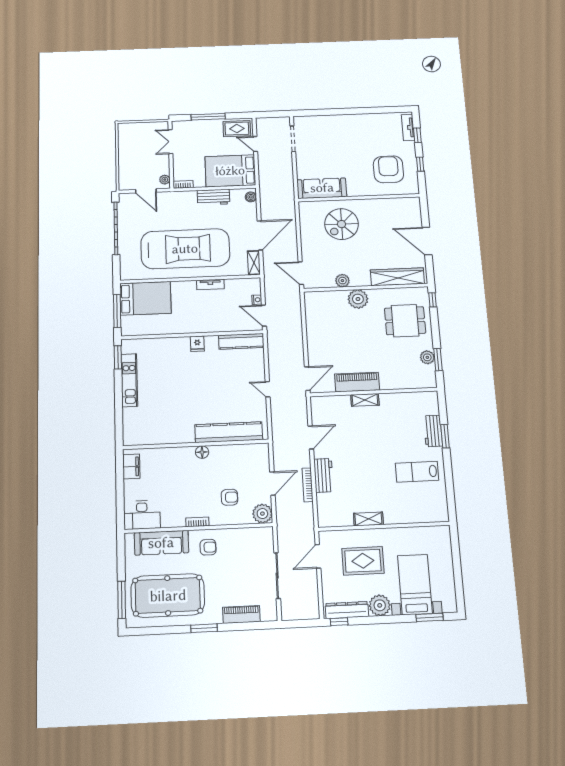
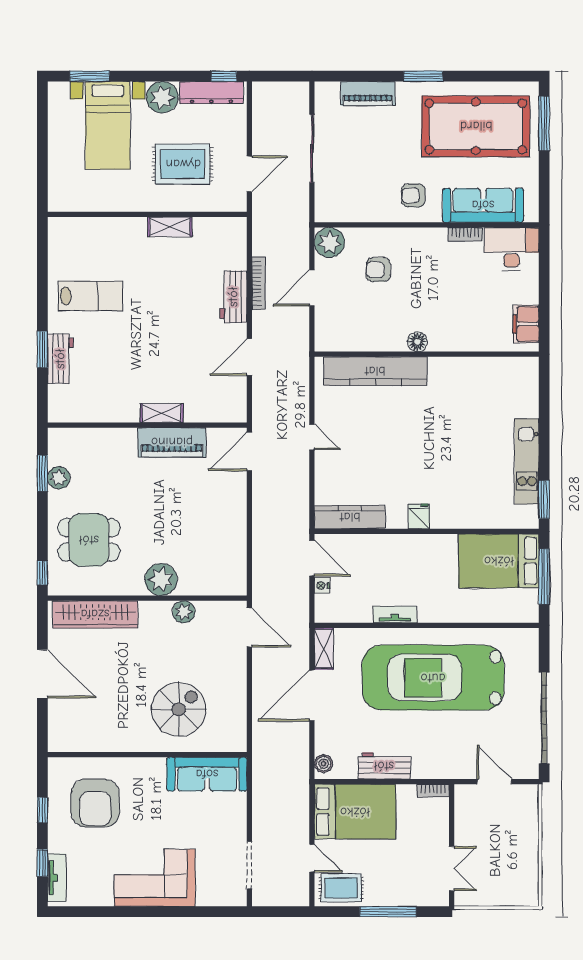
corner sofa: (349, 130) -> (155, 878), added
plant: (165, 180) -> (463, 800), removed
bed: (145, 298) -> (499, 561), moved
bookcase: (197, 522) -> (465, 234), moved

